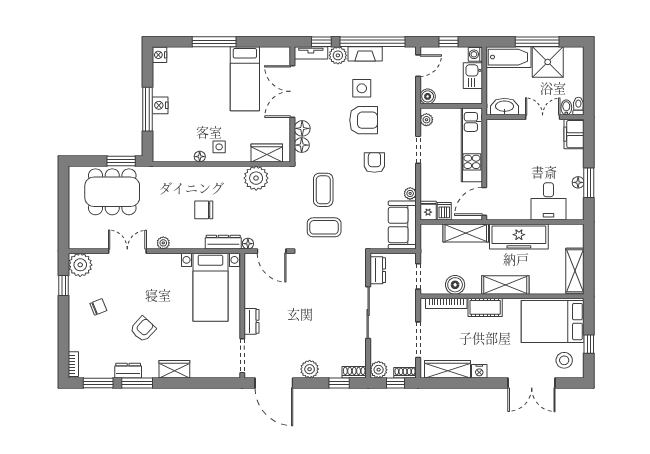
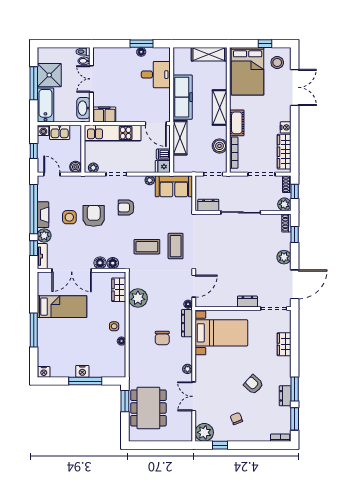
filing cabinet: (574, 134) -> (104, 114), moved, turned 180
wardrobe: (174, 369) -> (284, 344), moved

